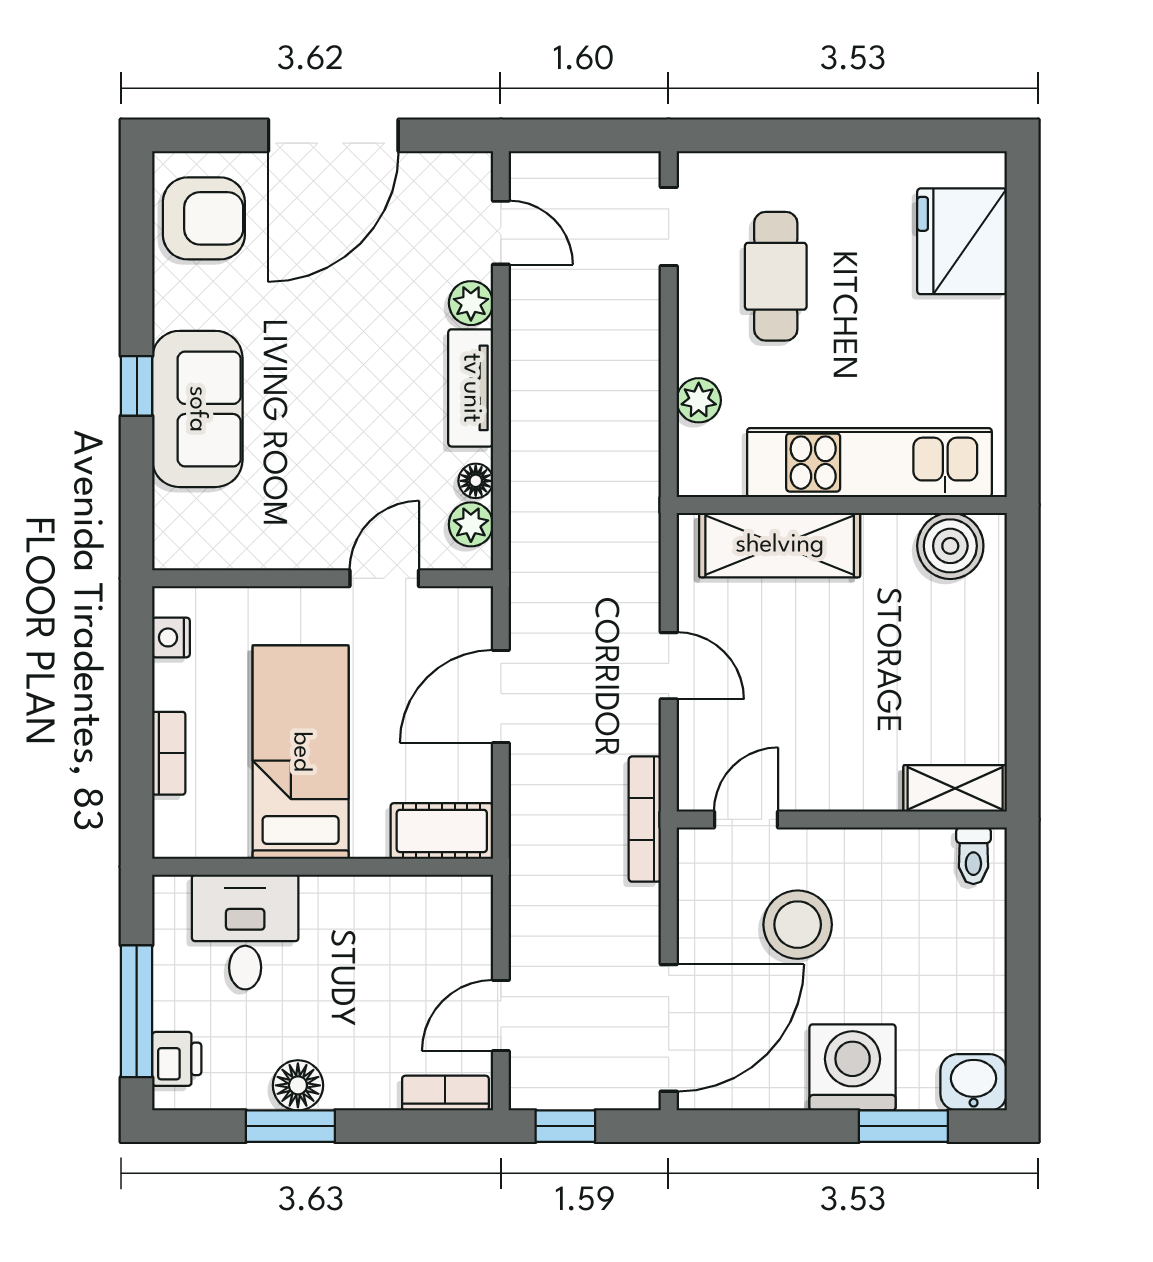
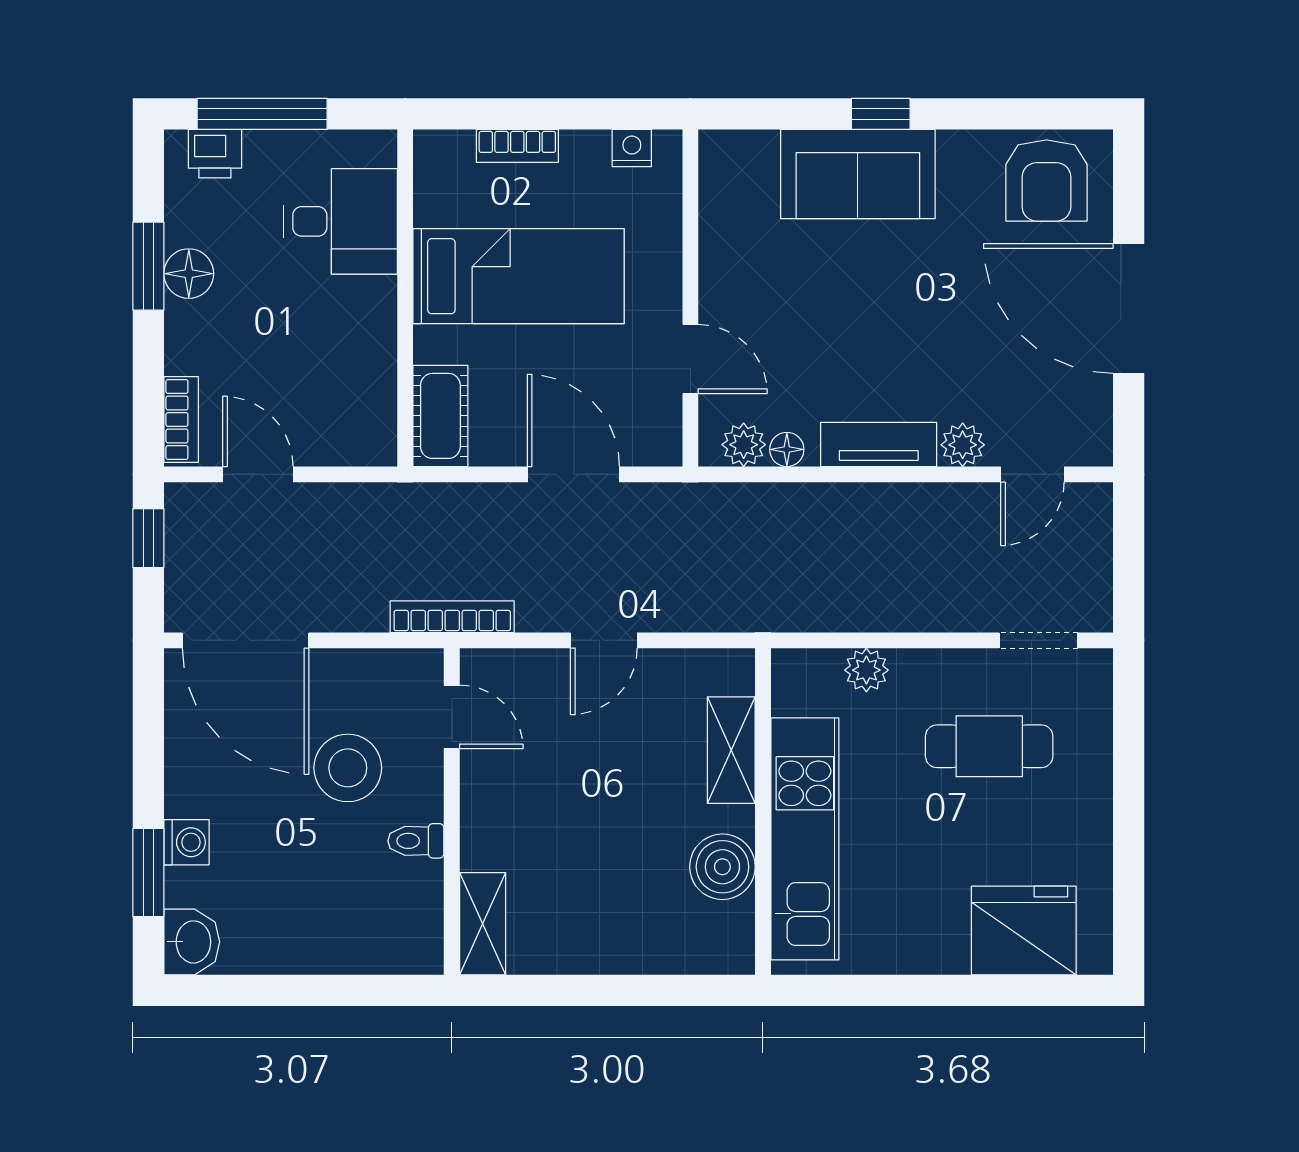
shelving: (780, 545) -> (731, 750), width x0.67, depth x0.75
boiler: (950, 546) -> (722, 867), moved
toilet: (973, 856) -> (416, 841), moved
washing machine: (853, 1067) -> (186, 842), width x0.53, depth x0.53

